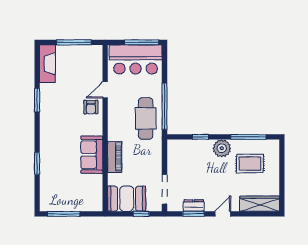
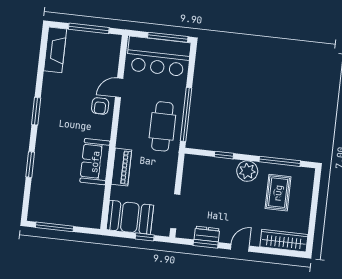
window: (37, 100) -> (36, 111), moved
rug: (250, 164) -> (278, 193), turned 90

